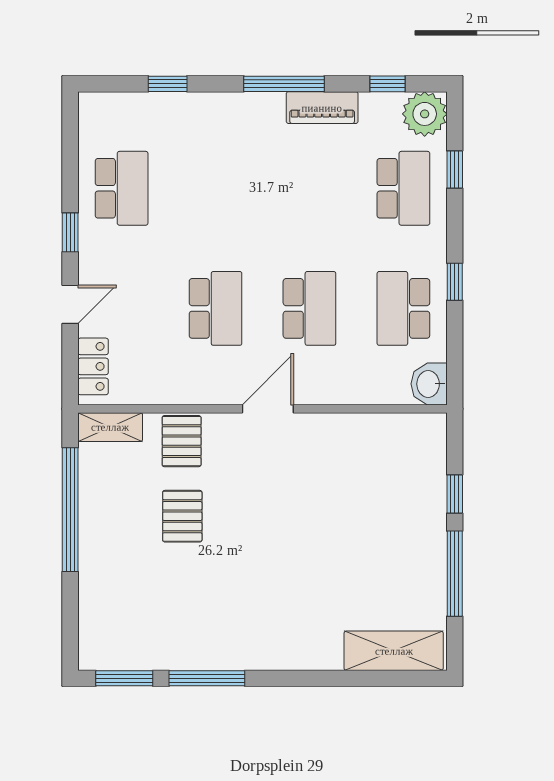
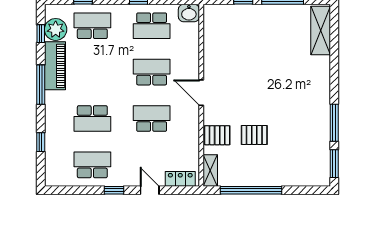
piano: (322, 108) -> (55, 66), width x1.37, depth x1.33
plant: (425, 114) -> (56, 29), moved
school desk: (216, 188) -> (92, 118), added

